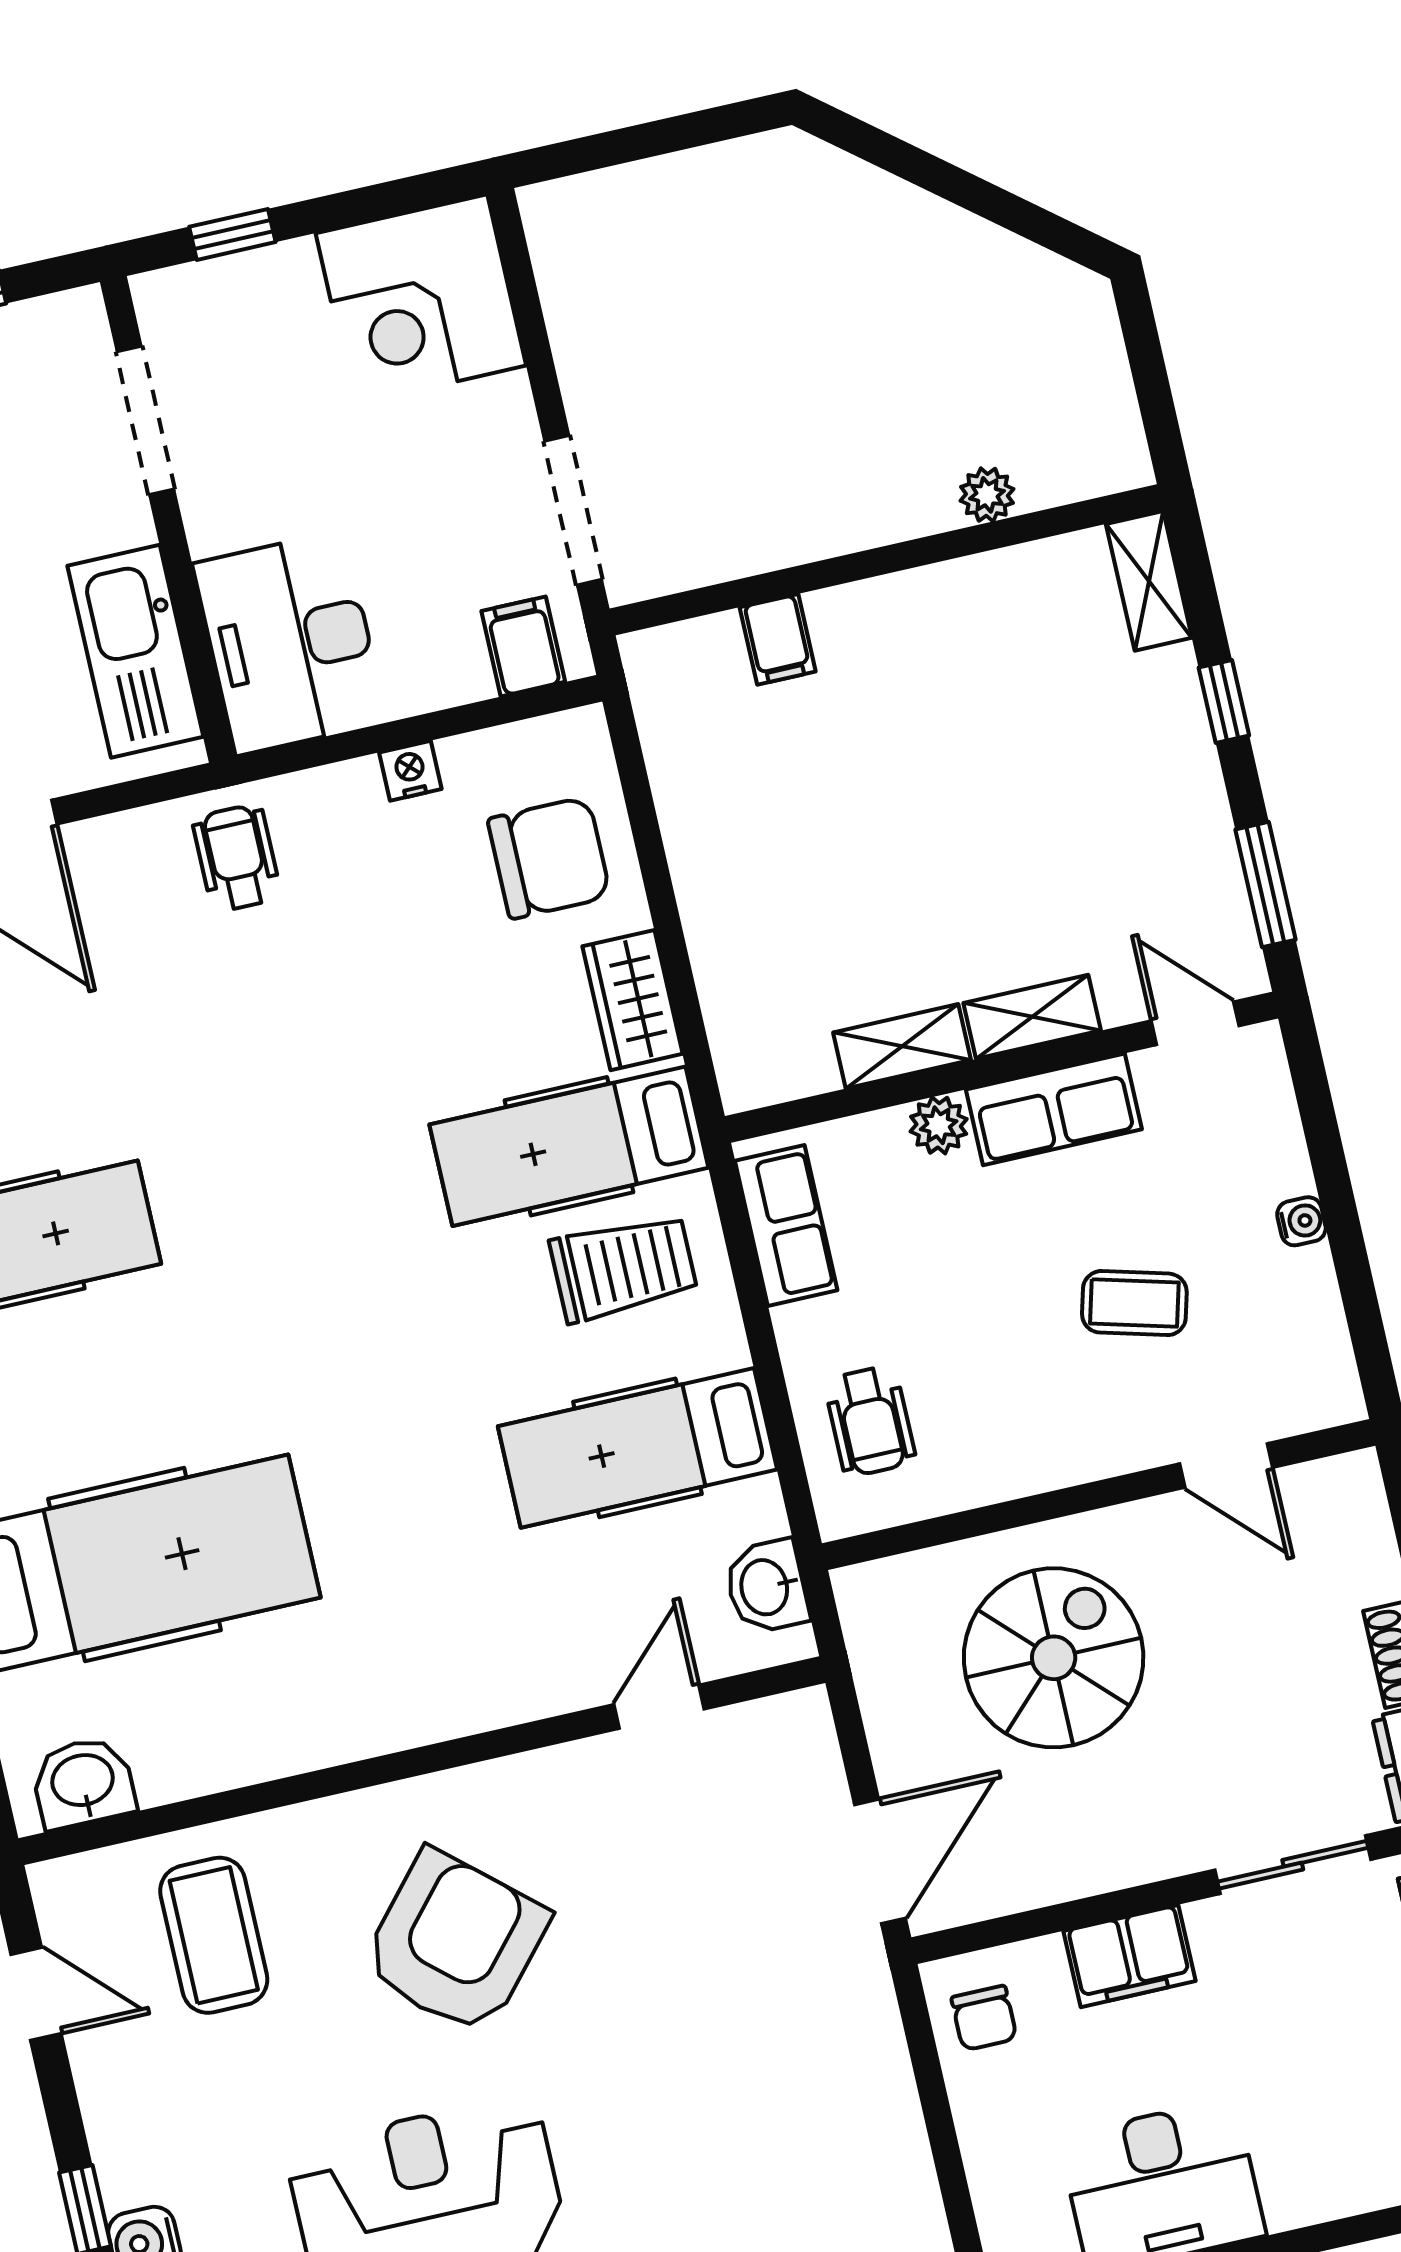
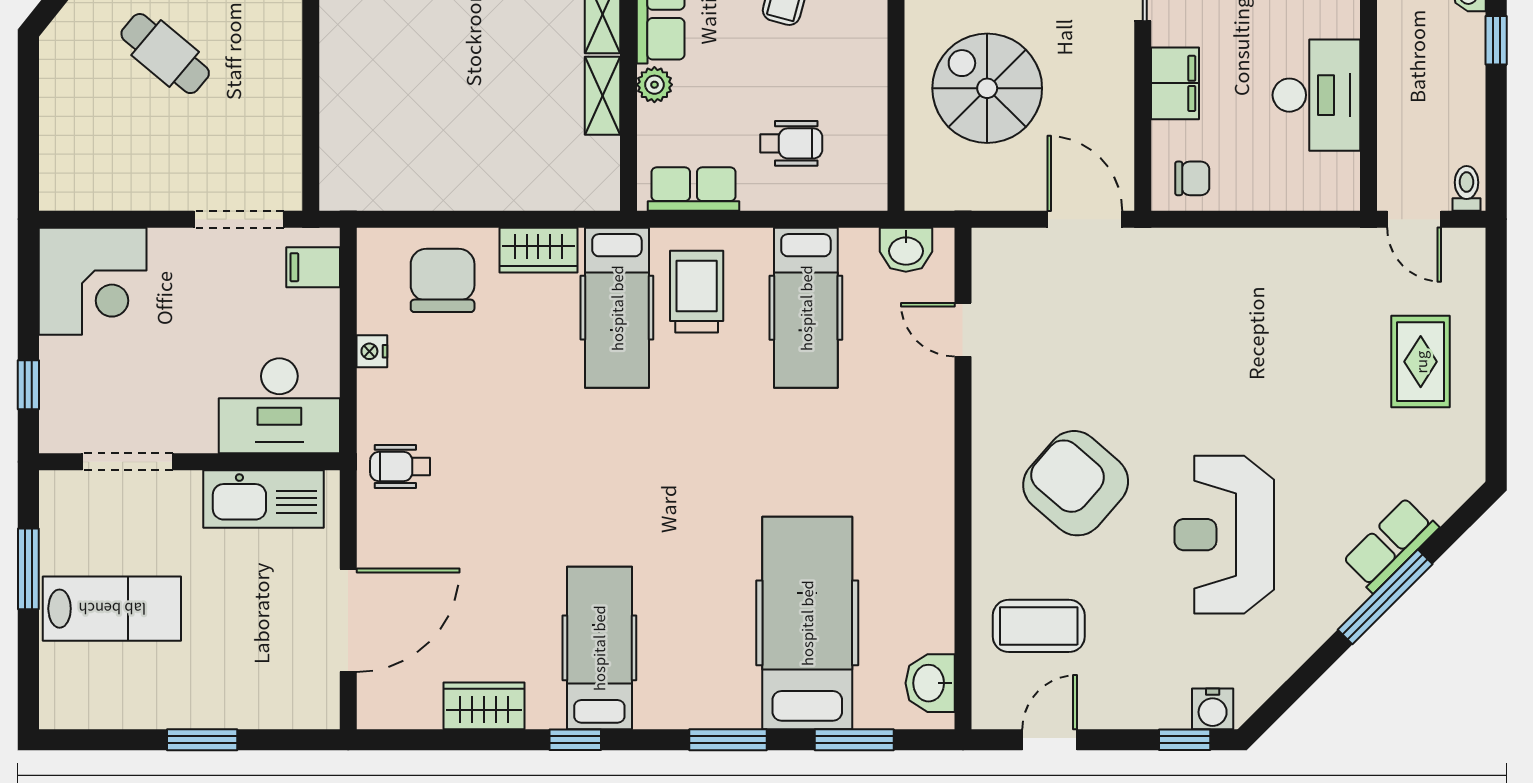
cafe table: (811, 333) -> (165, 54), added
filing cabinet: (778, 639) -> (343, 115), removed
wheelchair: (870, 1421) -> (791, 143), moved

